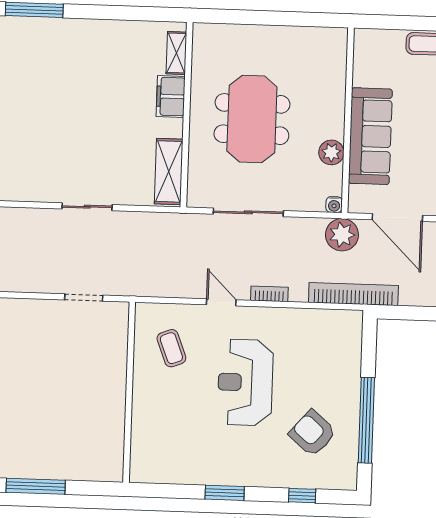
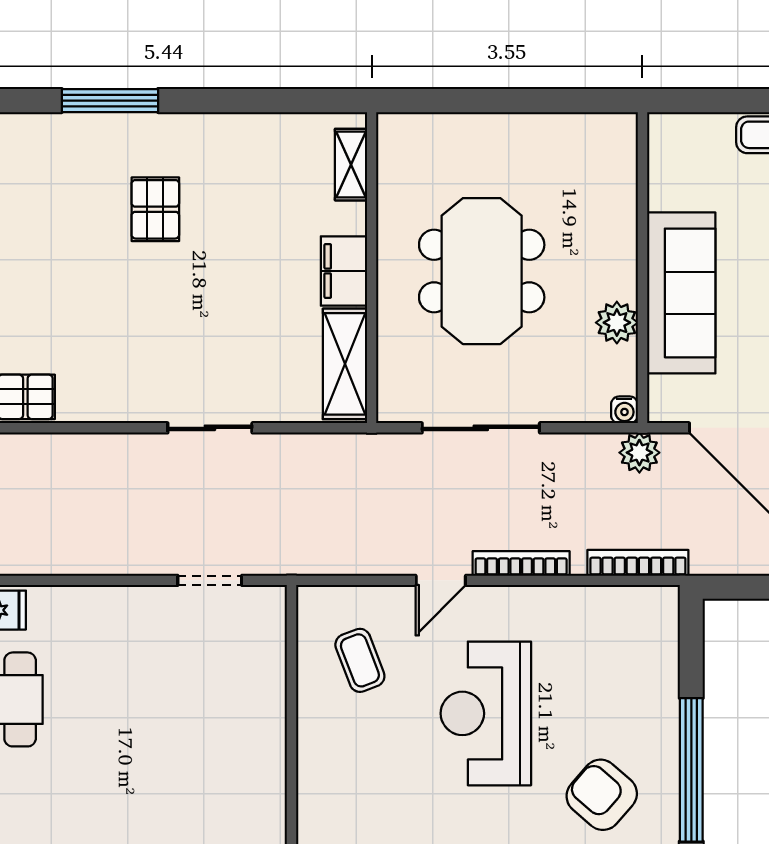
pallet: (59, 75) -> (155, 209), added
filing cabinet: (171, 97) -> (344, 271), moved
plant: (342, 235) -> (639, 453), width x0.73, depth x0.73
bookcase: (269, 294) -> (521, 563), width x1.56
bookcase: (353, 294) -> (638, 563), width x0.68, depth x0.76
door: (221, 302) -> (441, 580), swing flipped

